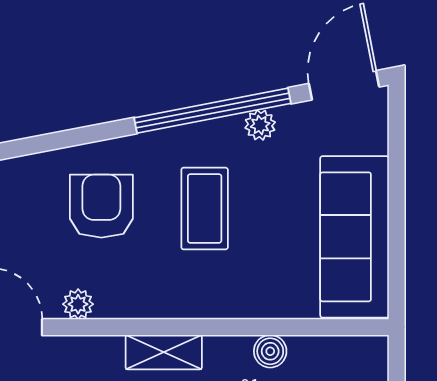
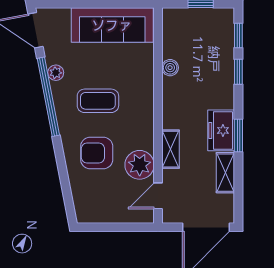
plant: (78, 304) -> (140, 165), width x1.88, depth x1.88
shelving: (164, 352) -> (171, 149), moved

